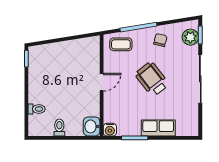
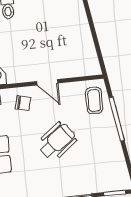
plant: (190, 37) -> (111, 182), removed
chair: (160, 40) -> (23, 103), moved

